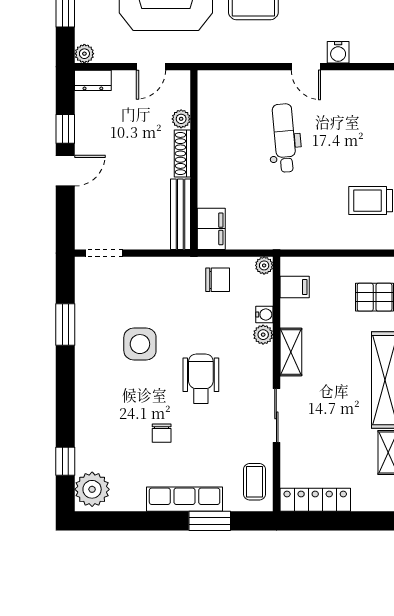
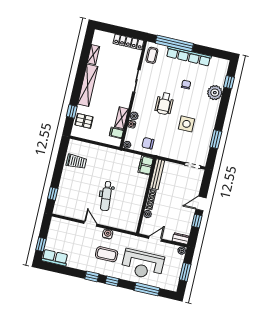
water cooler: (338, 52) -> (108, 234), moved
shelving: (291, 352) -> (122, 118), moved
plant: (92, 489) -> (215, 93), moved
row of seats: (185, 499) -> (189, 56), width x1.36
window: (210, 521) -> (174, 43), width x2.11

